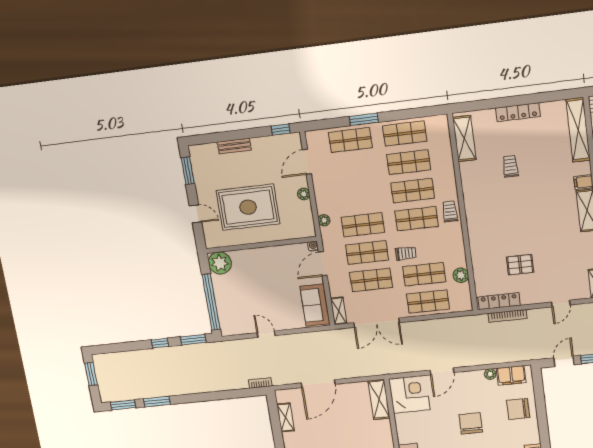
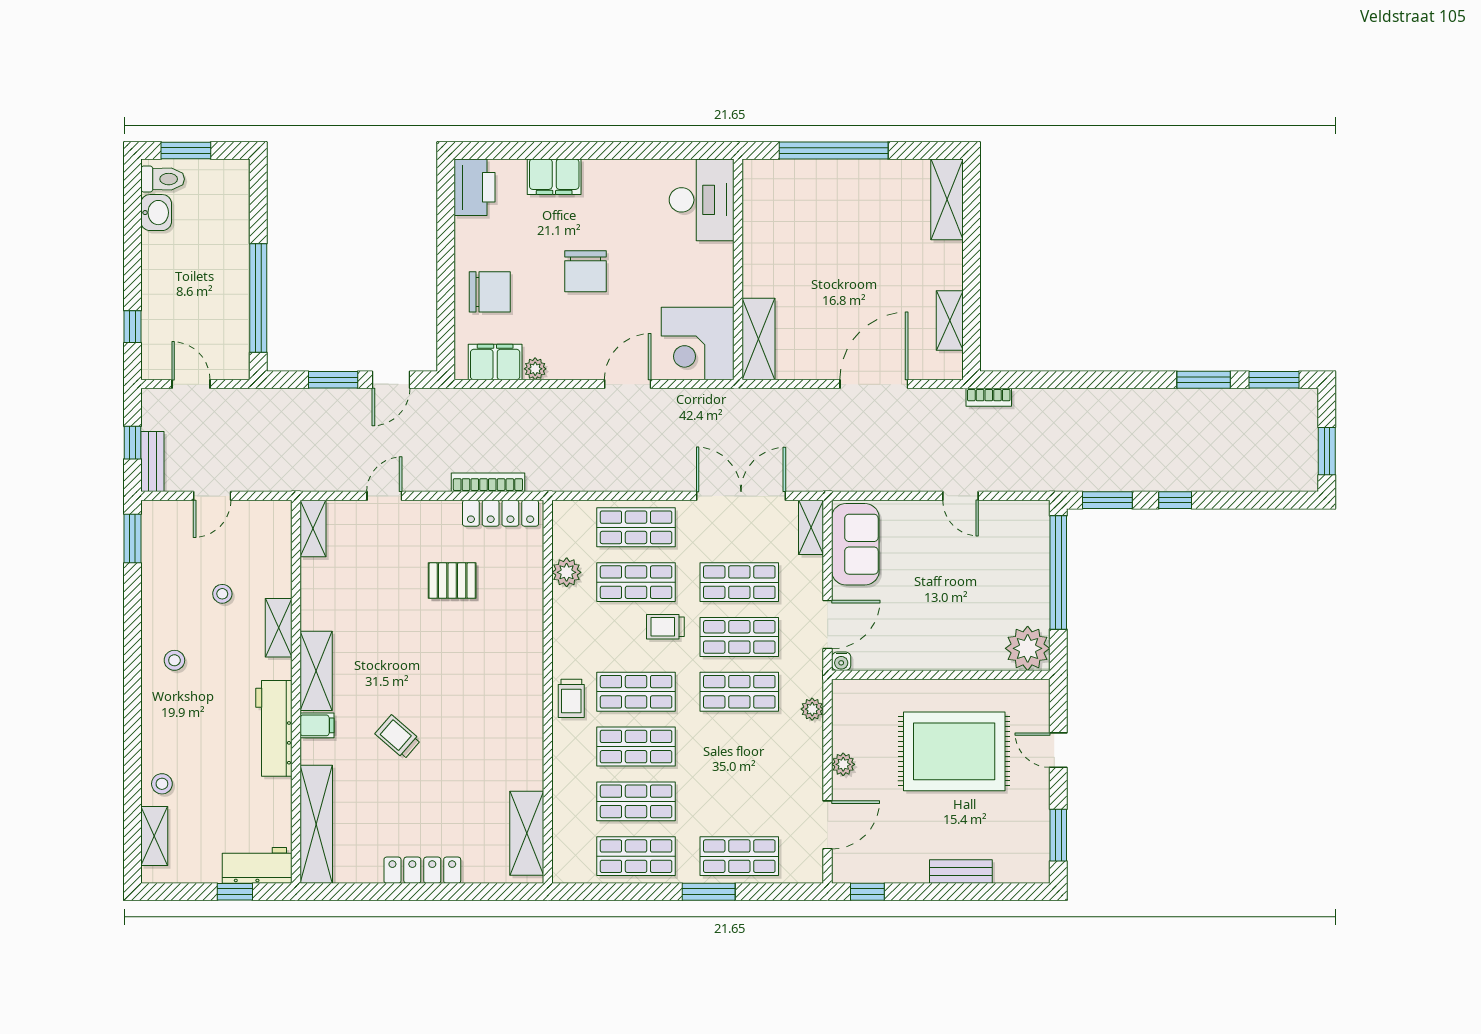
trolley: (510, 166) -> (398, 737), moved, turned 131

